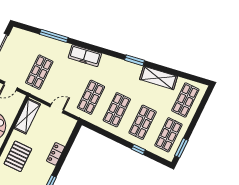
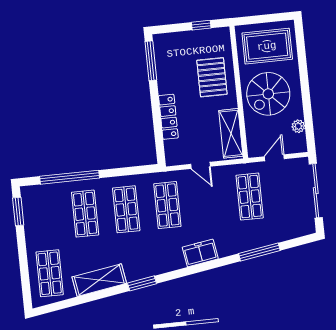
freezer: (85, 56) -> (200, 253), width x0.71
door: (57, 109) -> (201, 165), hinge flipped
shop shelf: (168, 135) -> (44, 218), removed
window: (138, 149) -> (70, 177), width x3.17
locker: (56, 154) -> (168, 117), width x1.53

